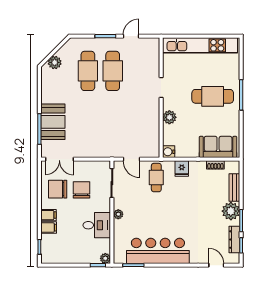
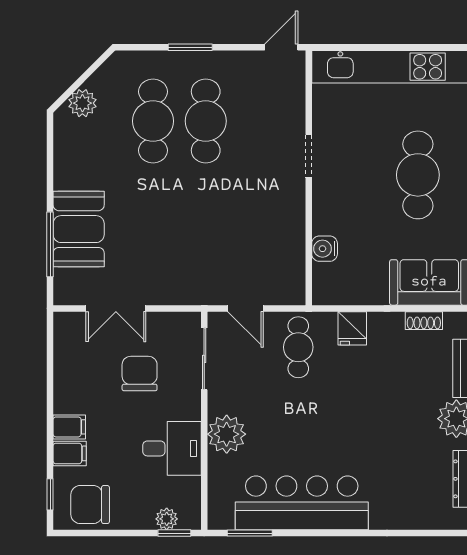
door: (131, 36) -> (281, 47), moved
cafe table: (213, 96) -> (418, 175), turned 90
plant: (169, 117) -> (326, 219), removed
water cooler: (169, 152) -> (325, 249), moved
double door: (59, 159) -> (116, 308), moved
chair: (58, 189) -> (90, 505), moved
plant: (118, 214) -> (227, 434), width x1.87, depth x1.87
plant: (105, 258) -> (167, 519), moved
door: (216, 265) -> (426, 533), removed

